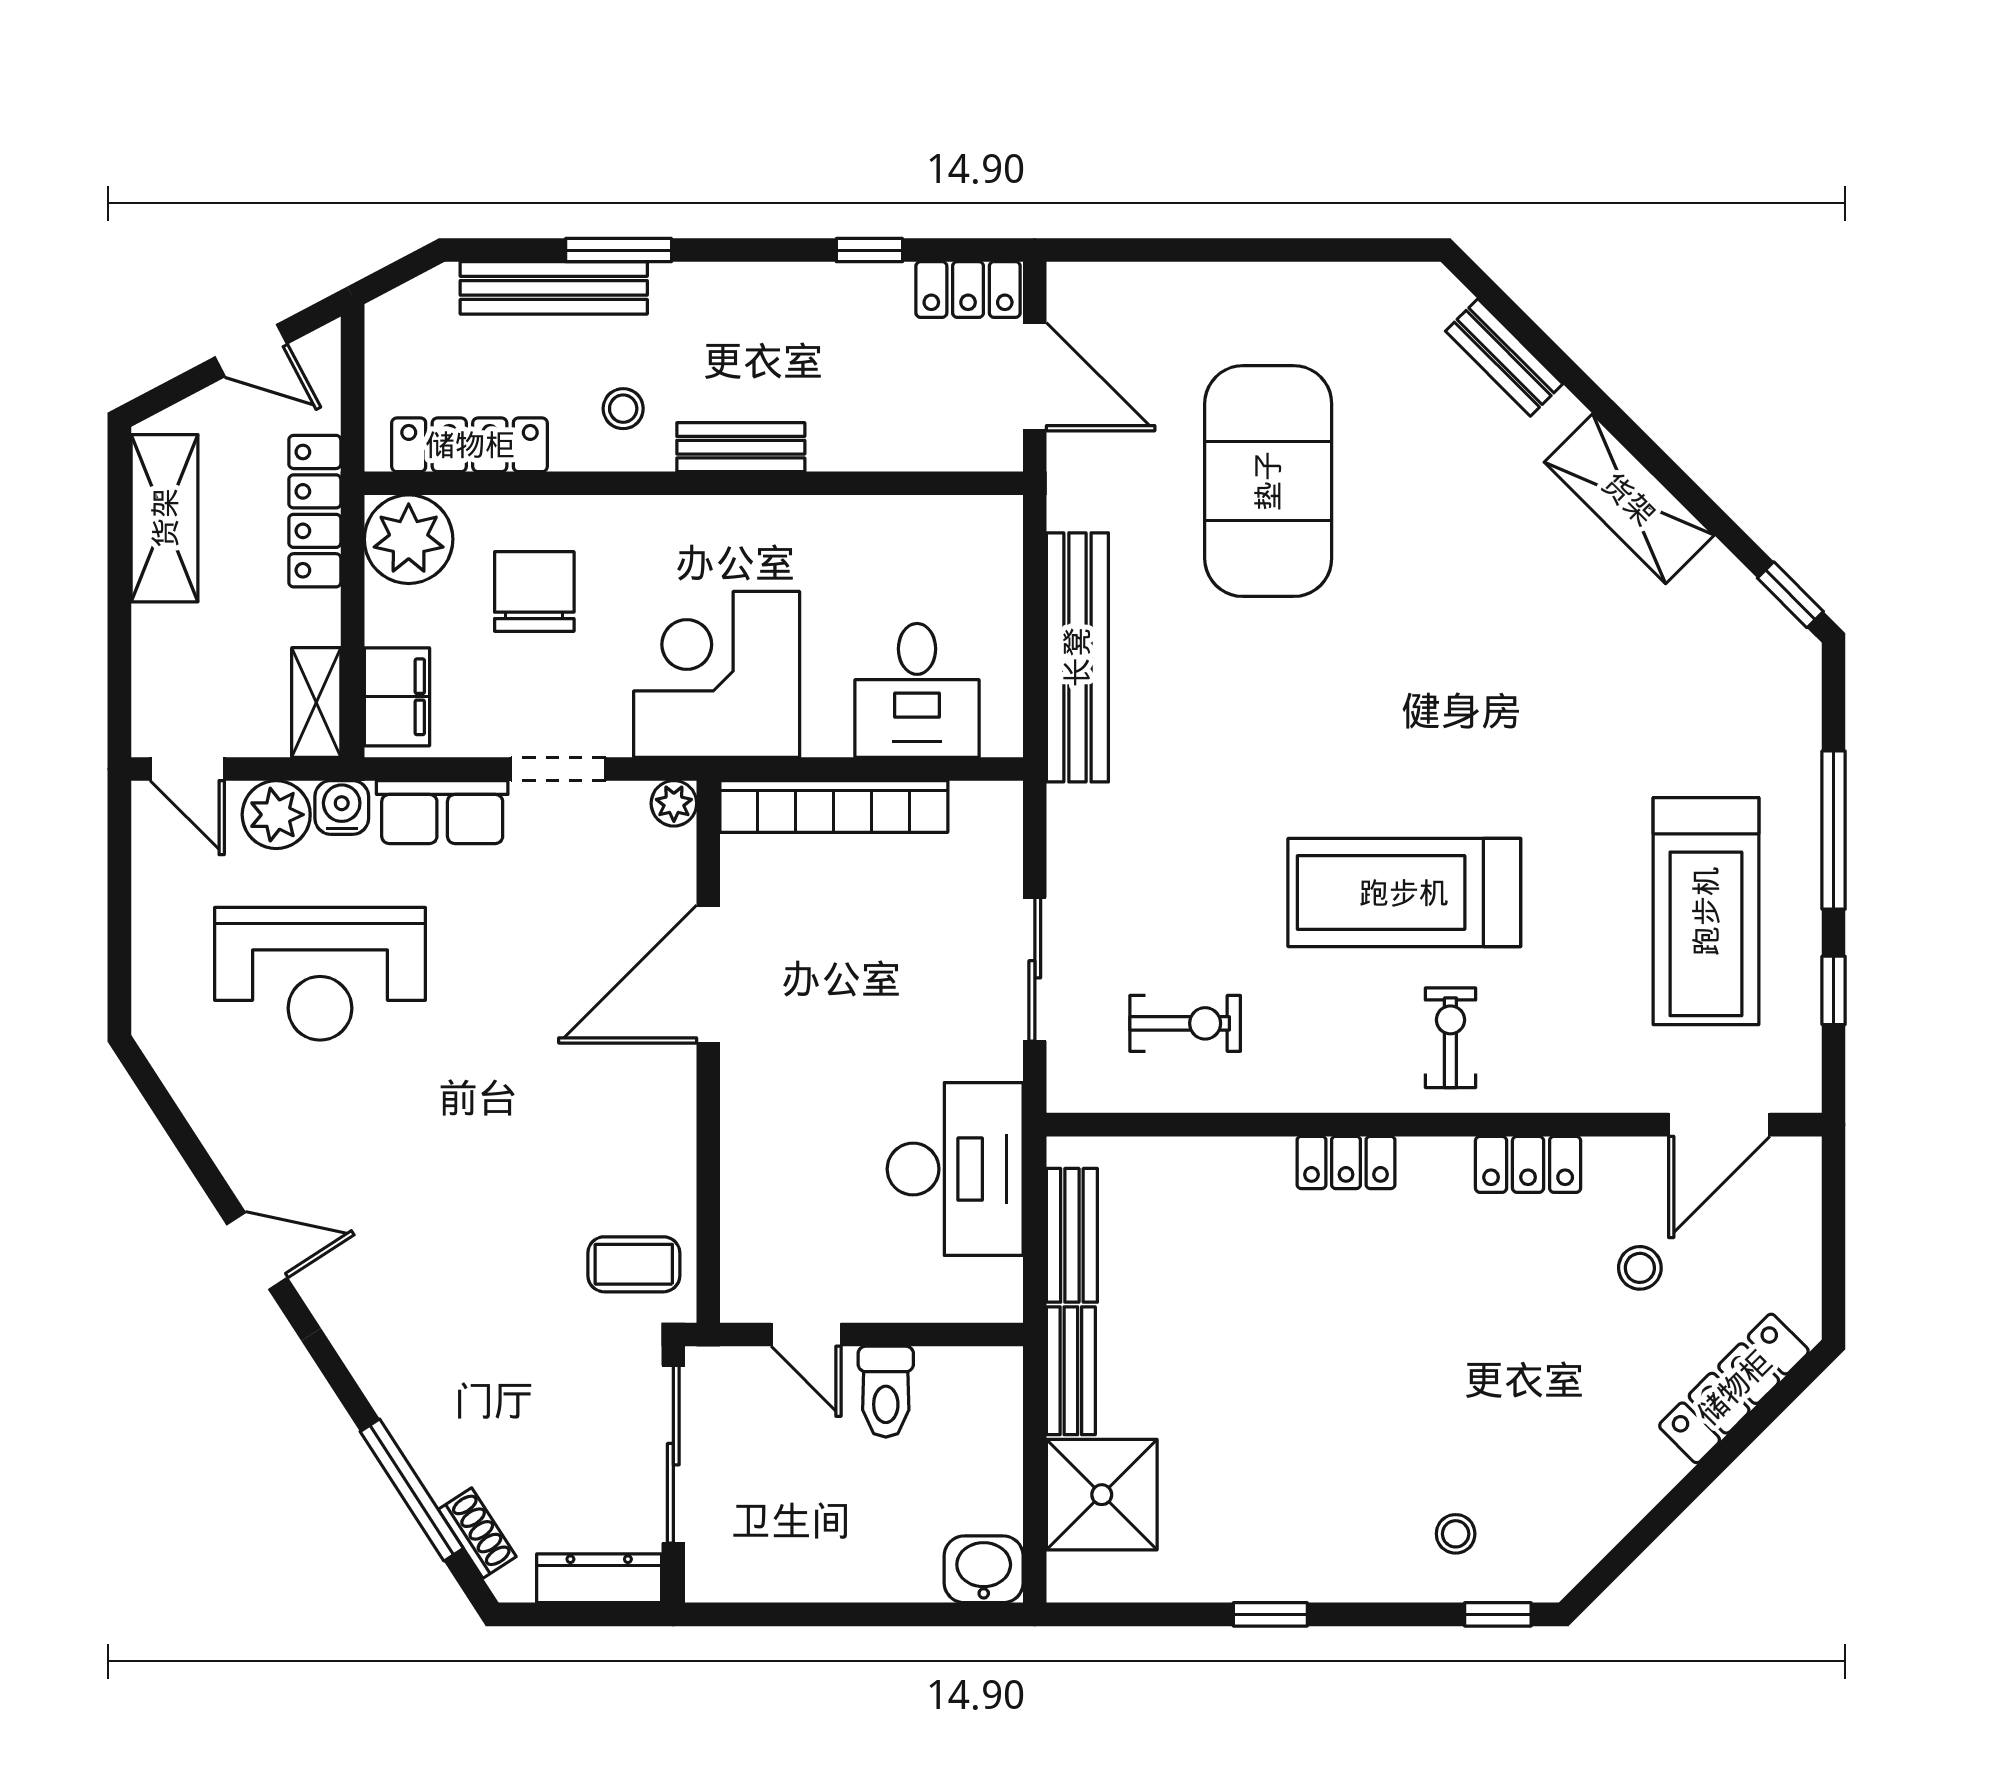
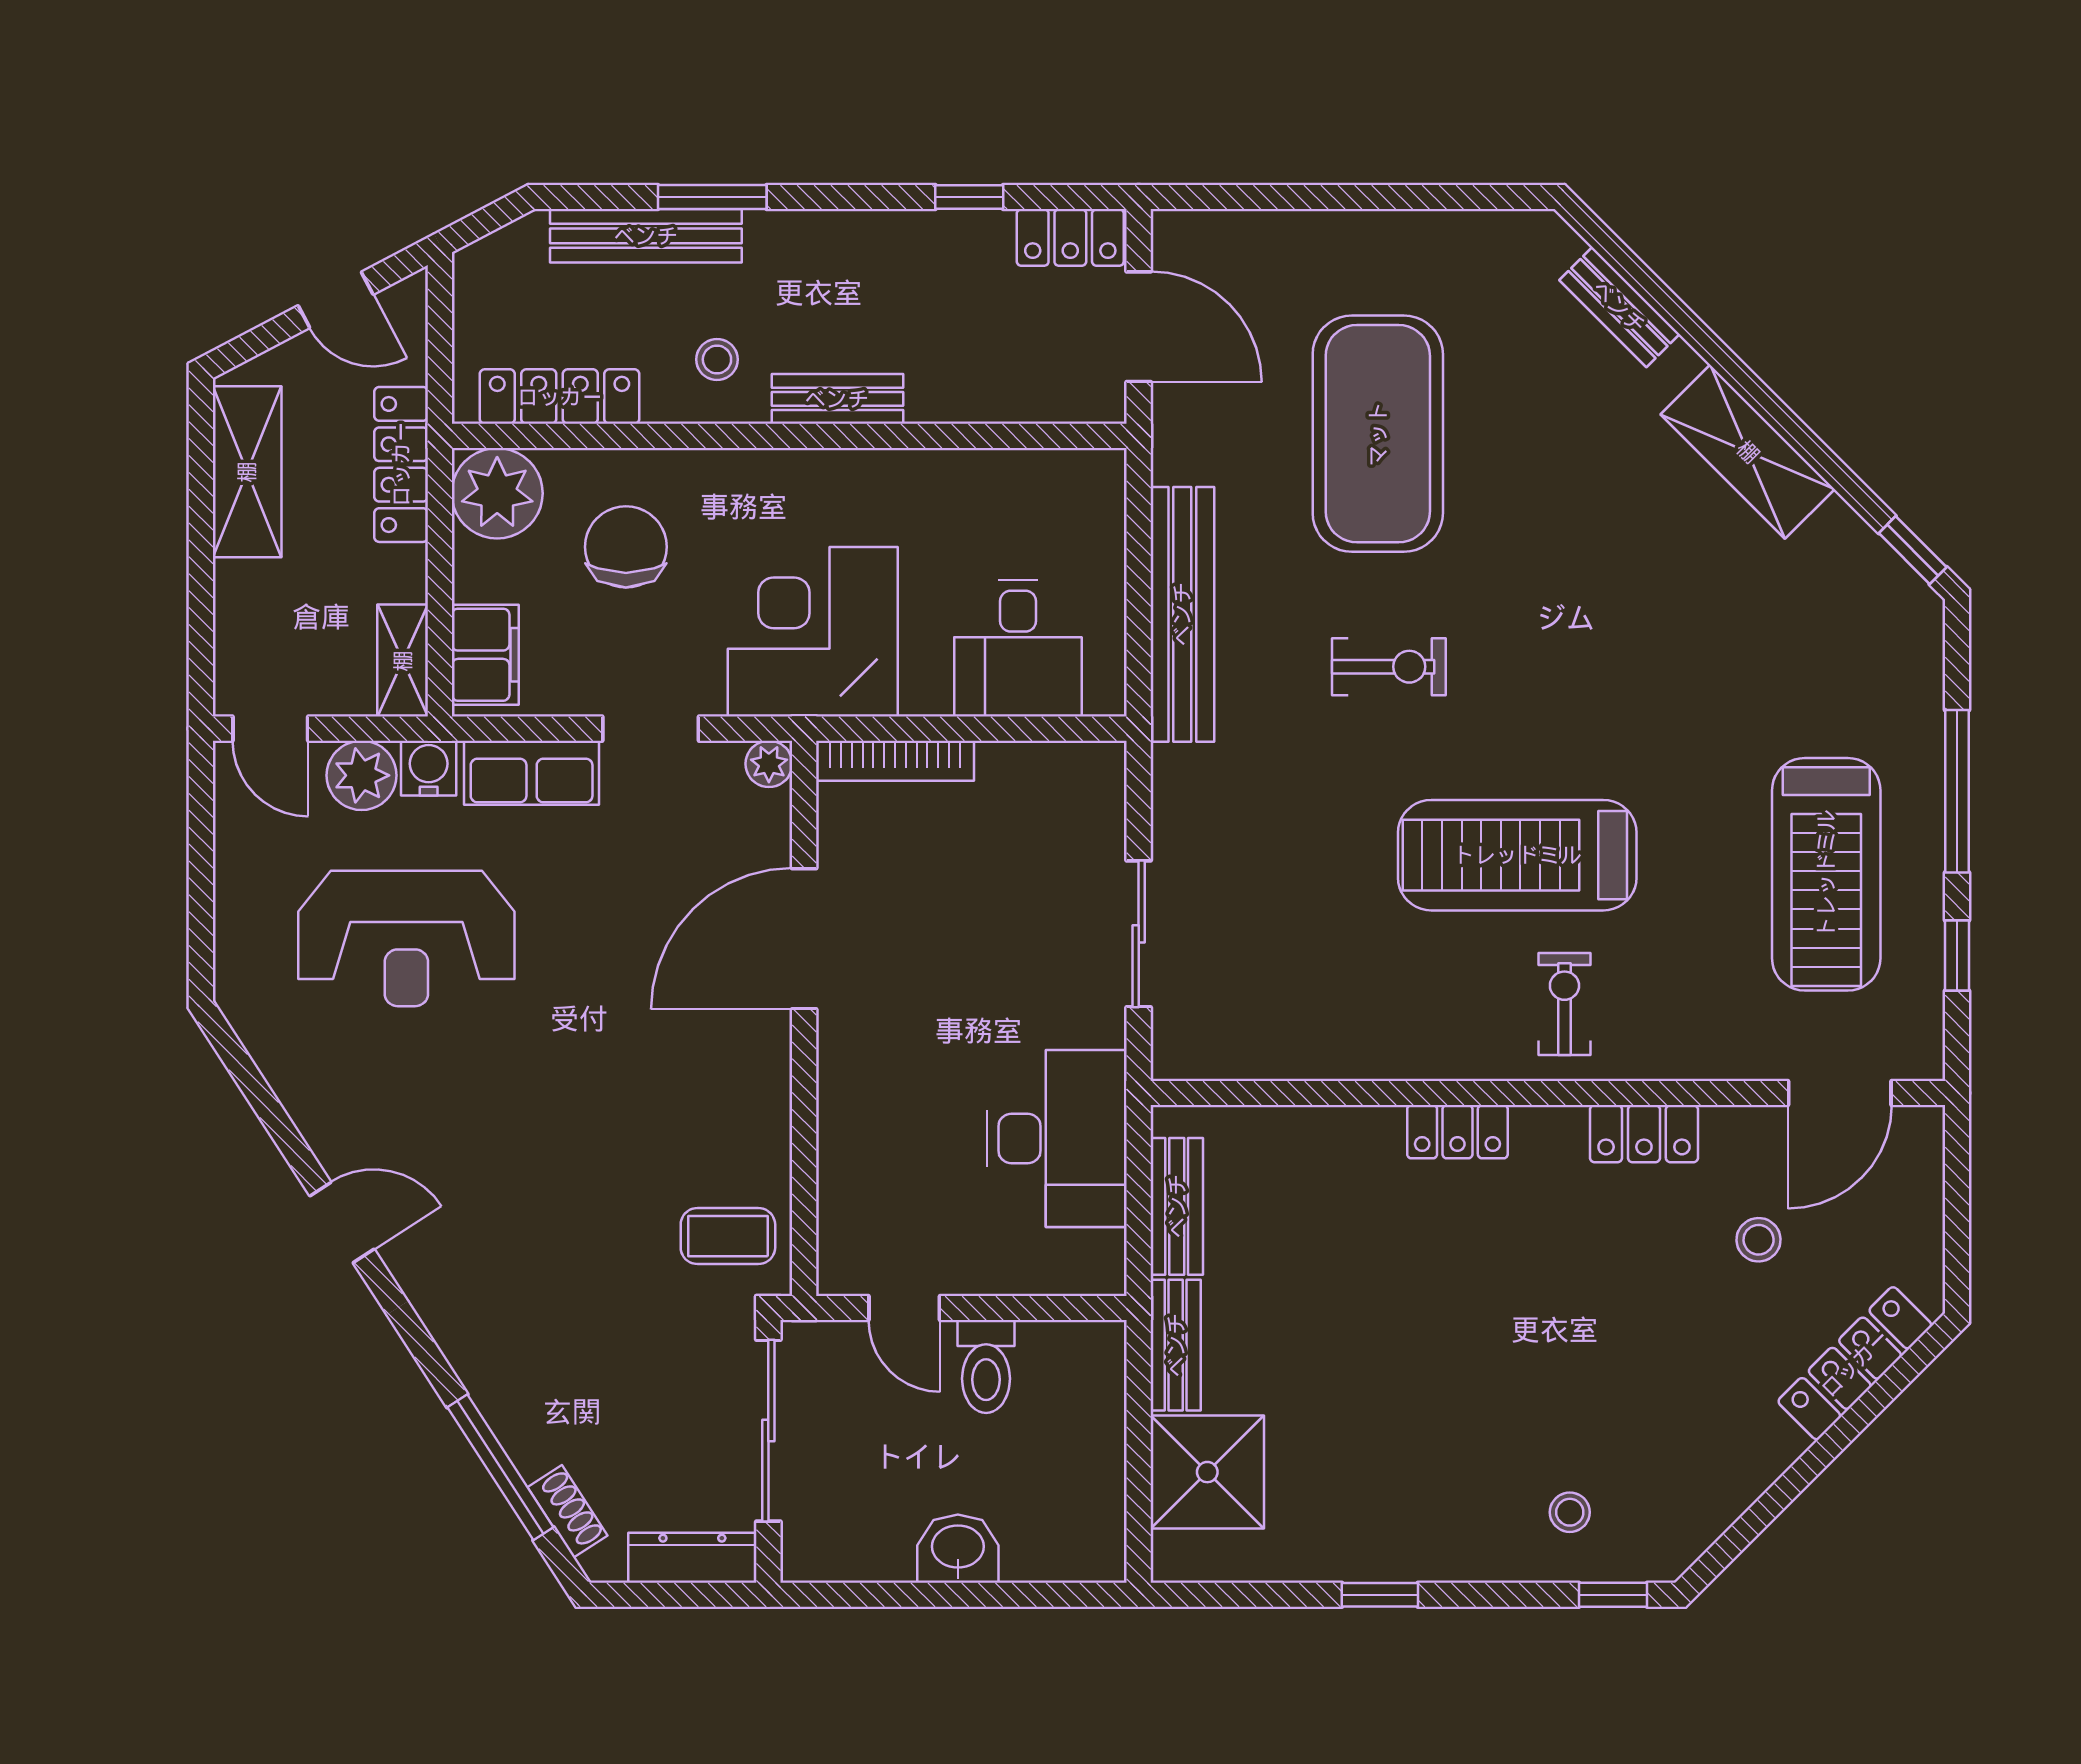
bookcase: (834, 806) -> (895, 761), width x0.68, depth x0.76
exercise bike: (1185, 1023) -> (1389, 667), moved
washbasin: (984, 1569) -> (958, 1549), moved

